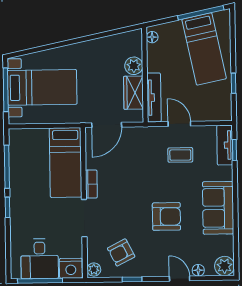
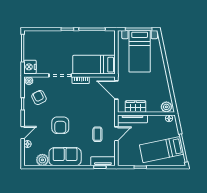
plant: (134, 66) -> (166, 107), moved
desk: (40, 259) -> (36, 48), removed
plant: (225, 266) -> (42, 160), moved

